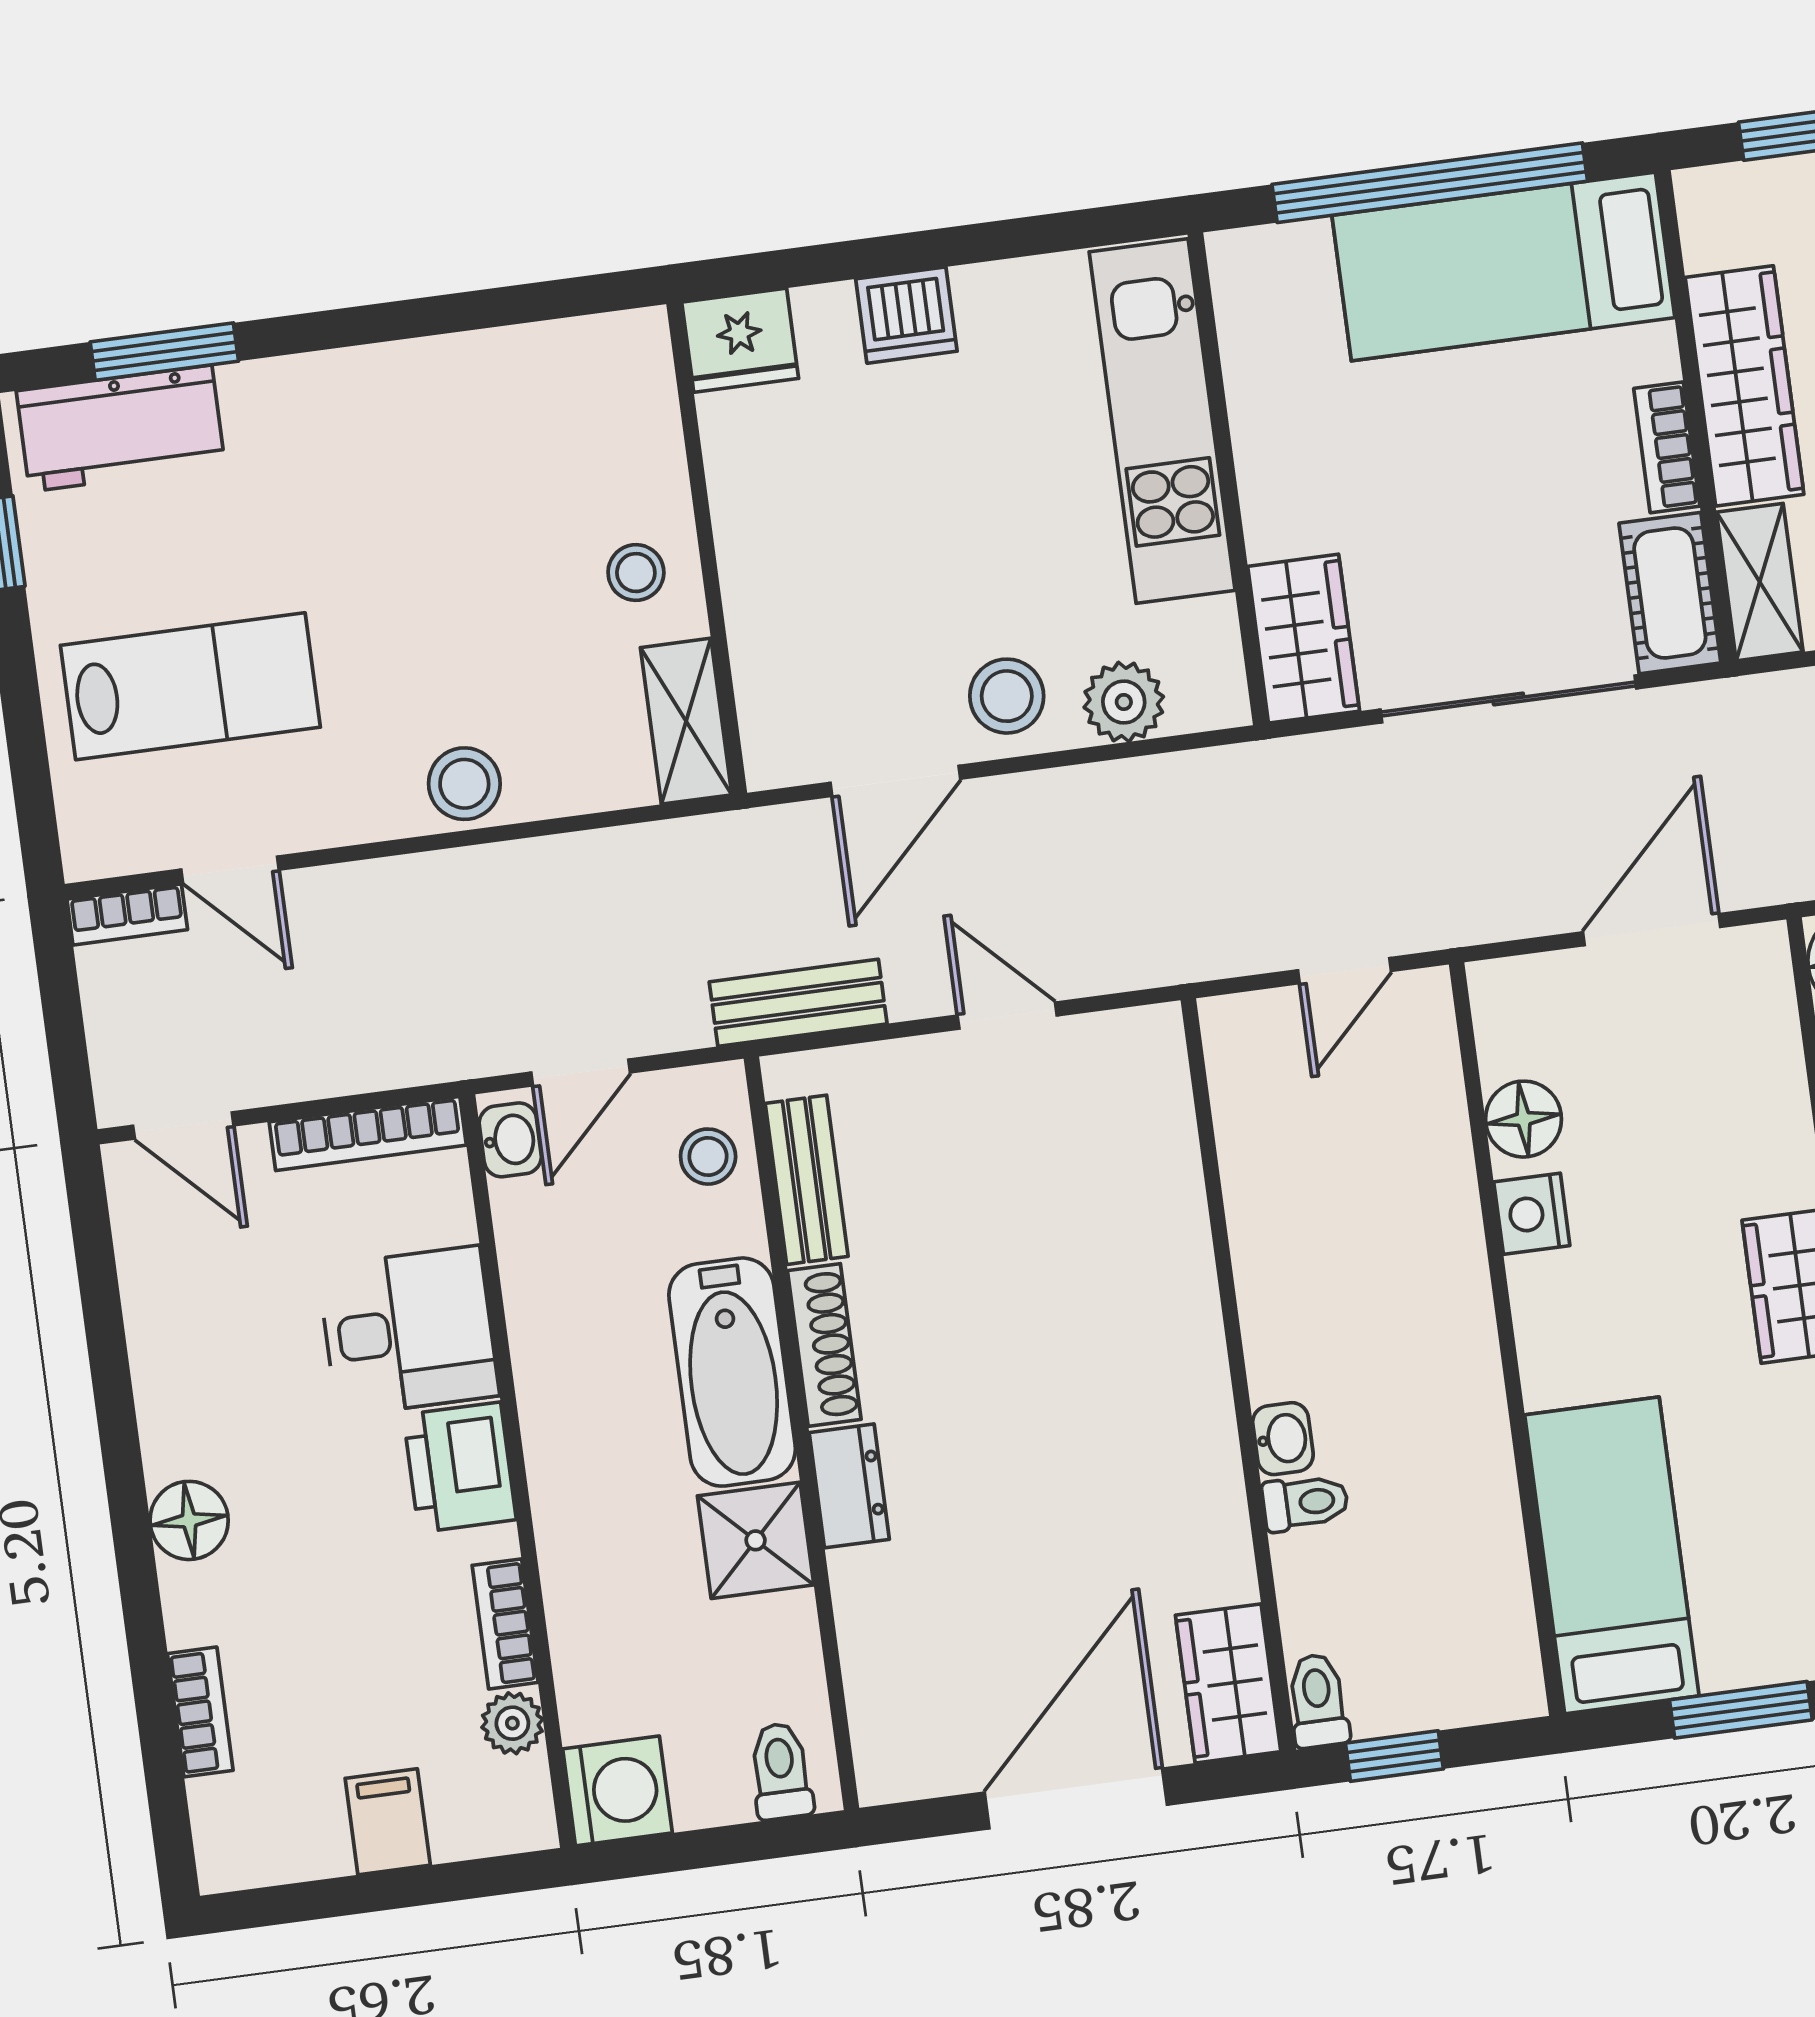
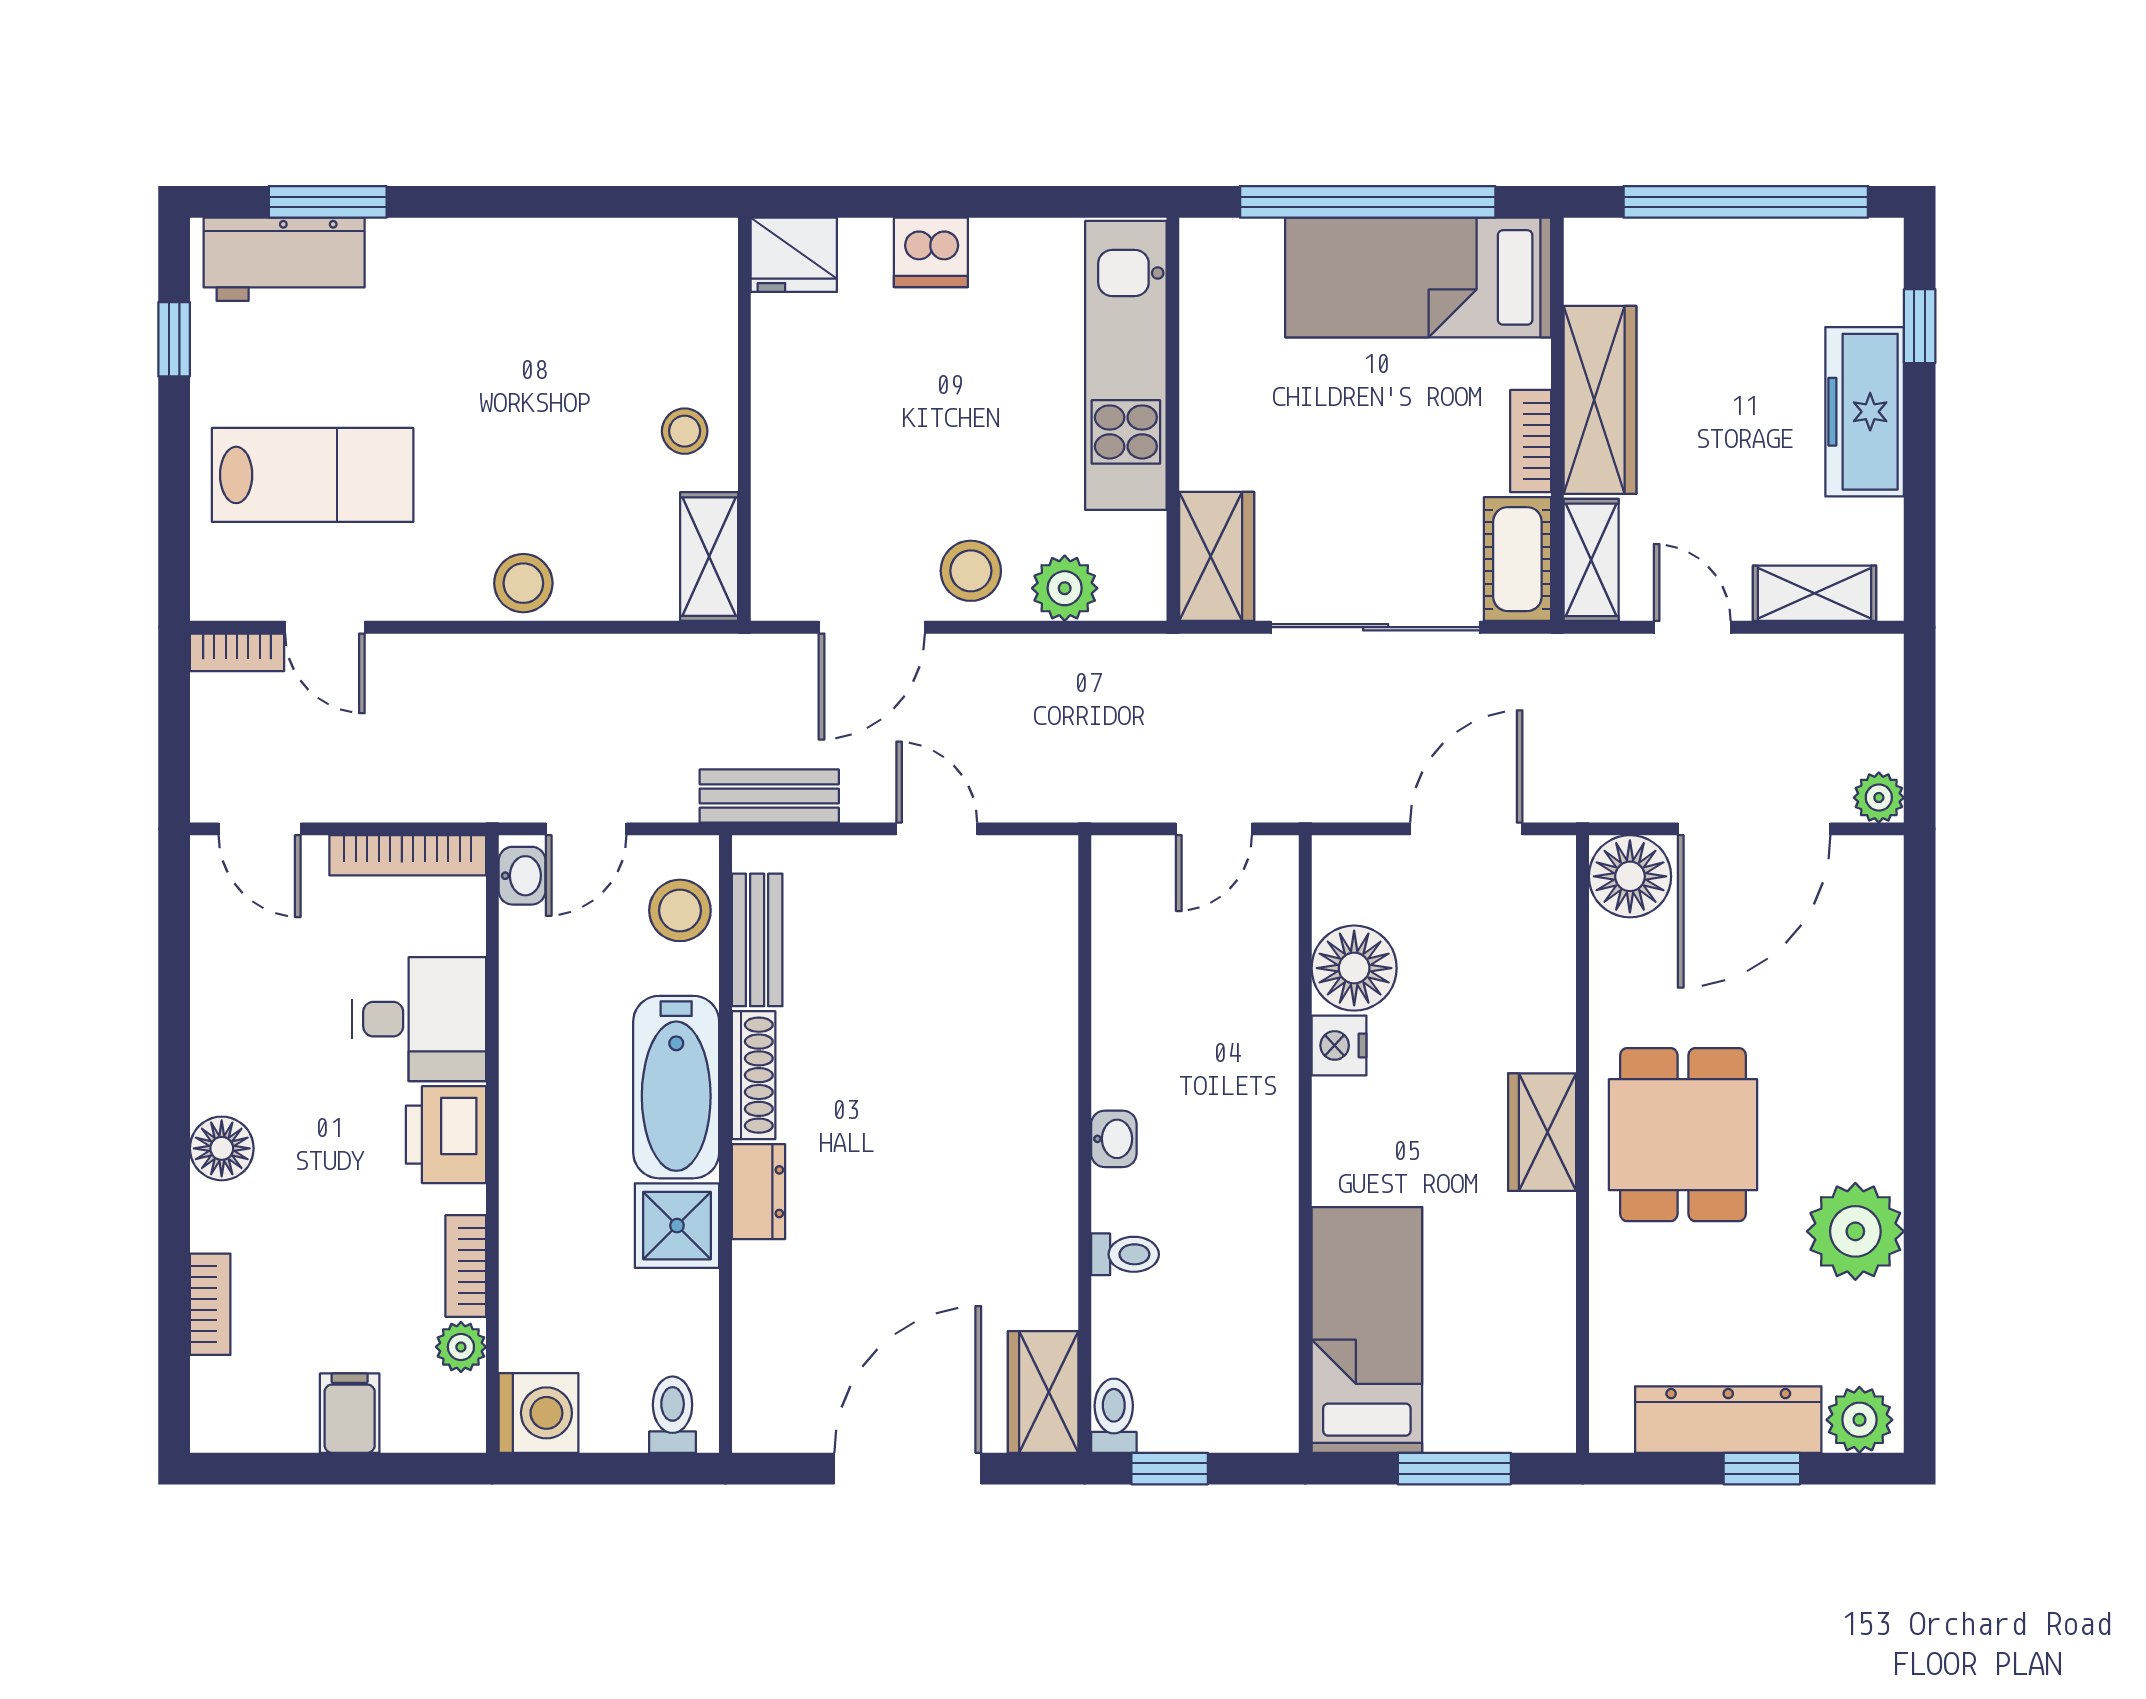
floor lamp: (1524, 1119) -> (1354, 968), width x1.38, depth x1.38
stool: (708, 1157) -> (680, 910), width x1.37, depth x1.37
washbasin: (1283, 1439) -> (1114, 1139), moved

